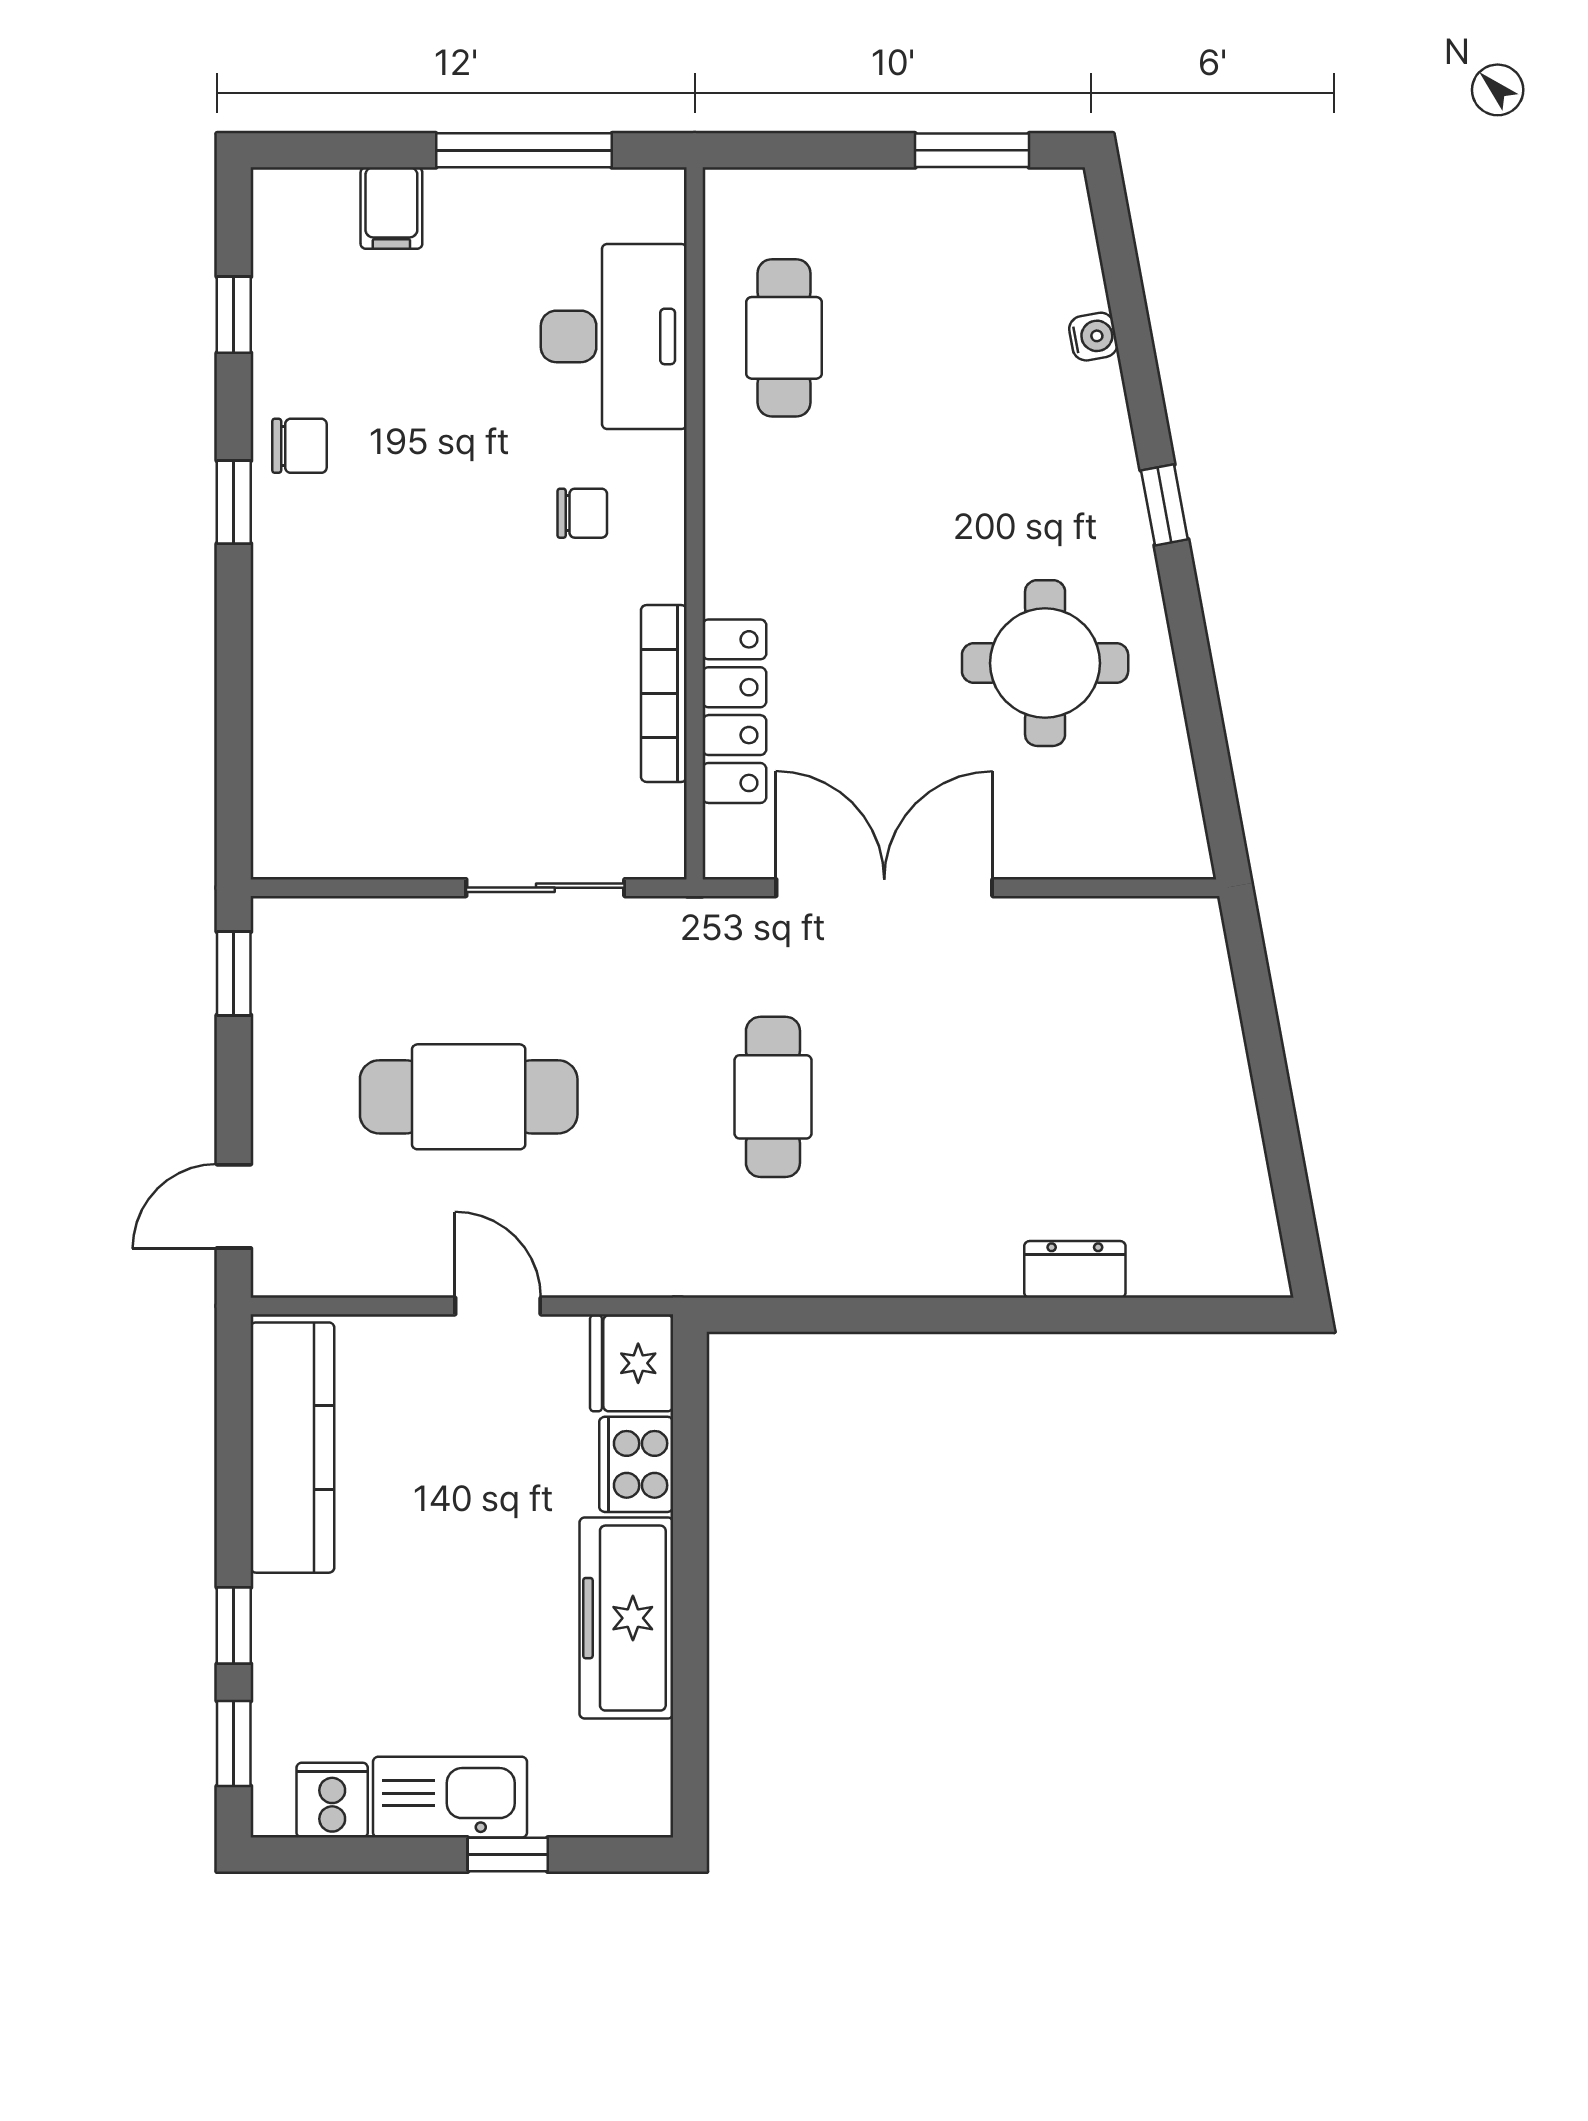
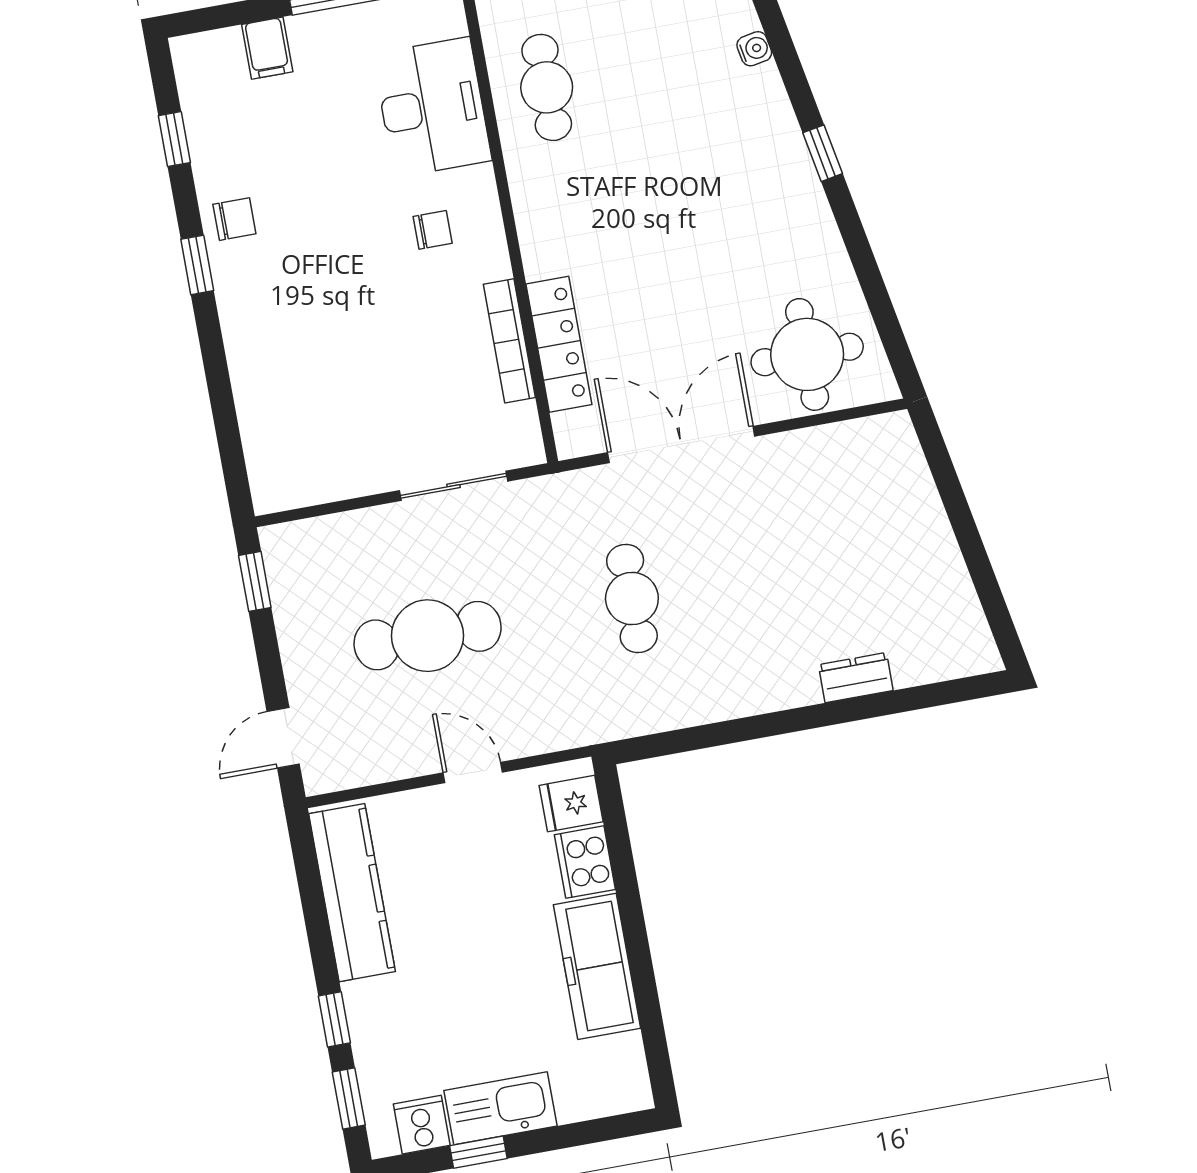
round table: (1045, 663) -> (807, 354), moved
fridge: (632, 1363) -> (571, 804), width x0.72
window: (508, 1855) -> (478, 1152), moved

